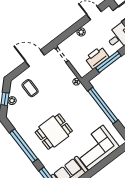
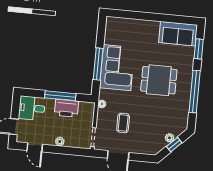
coffee table: (30, 88) -> (123, 123), moved
window: (103, 106) -> (98, 64), width x0.68
corner sofa: (96, 148) -> (117, 68), moved, turned -90

